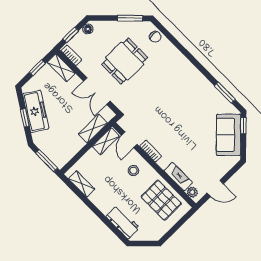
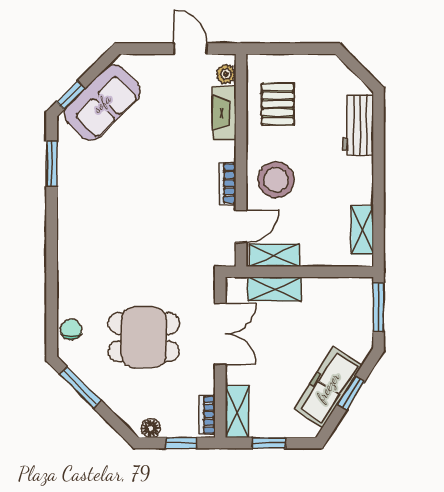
stool: (133, 171) -> (276, 180), width x1.89, depth x1.89
pallet: (161, 200) -> (278, 104), width x0.67, depth x0.71

